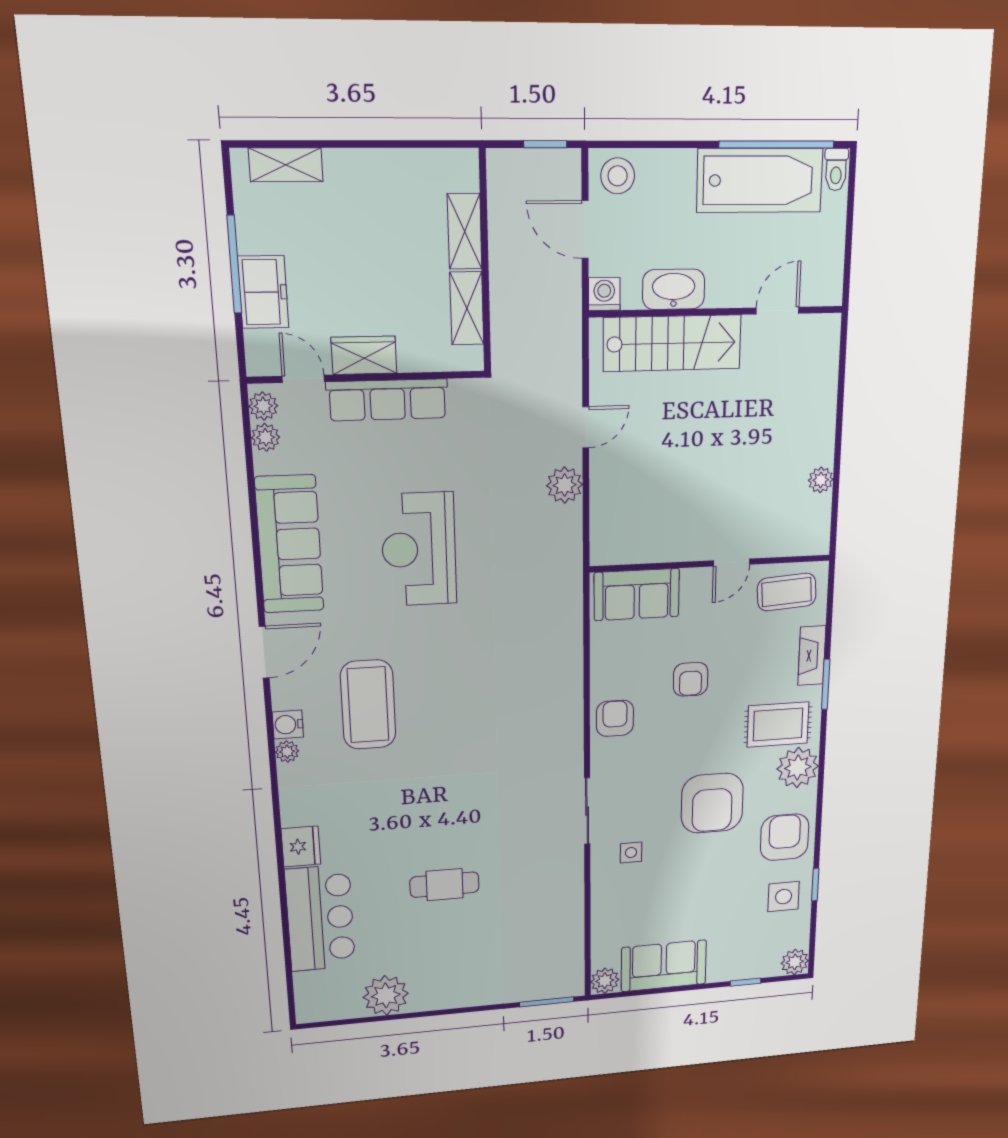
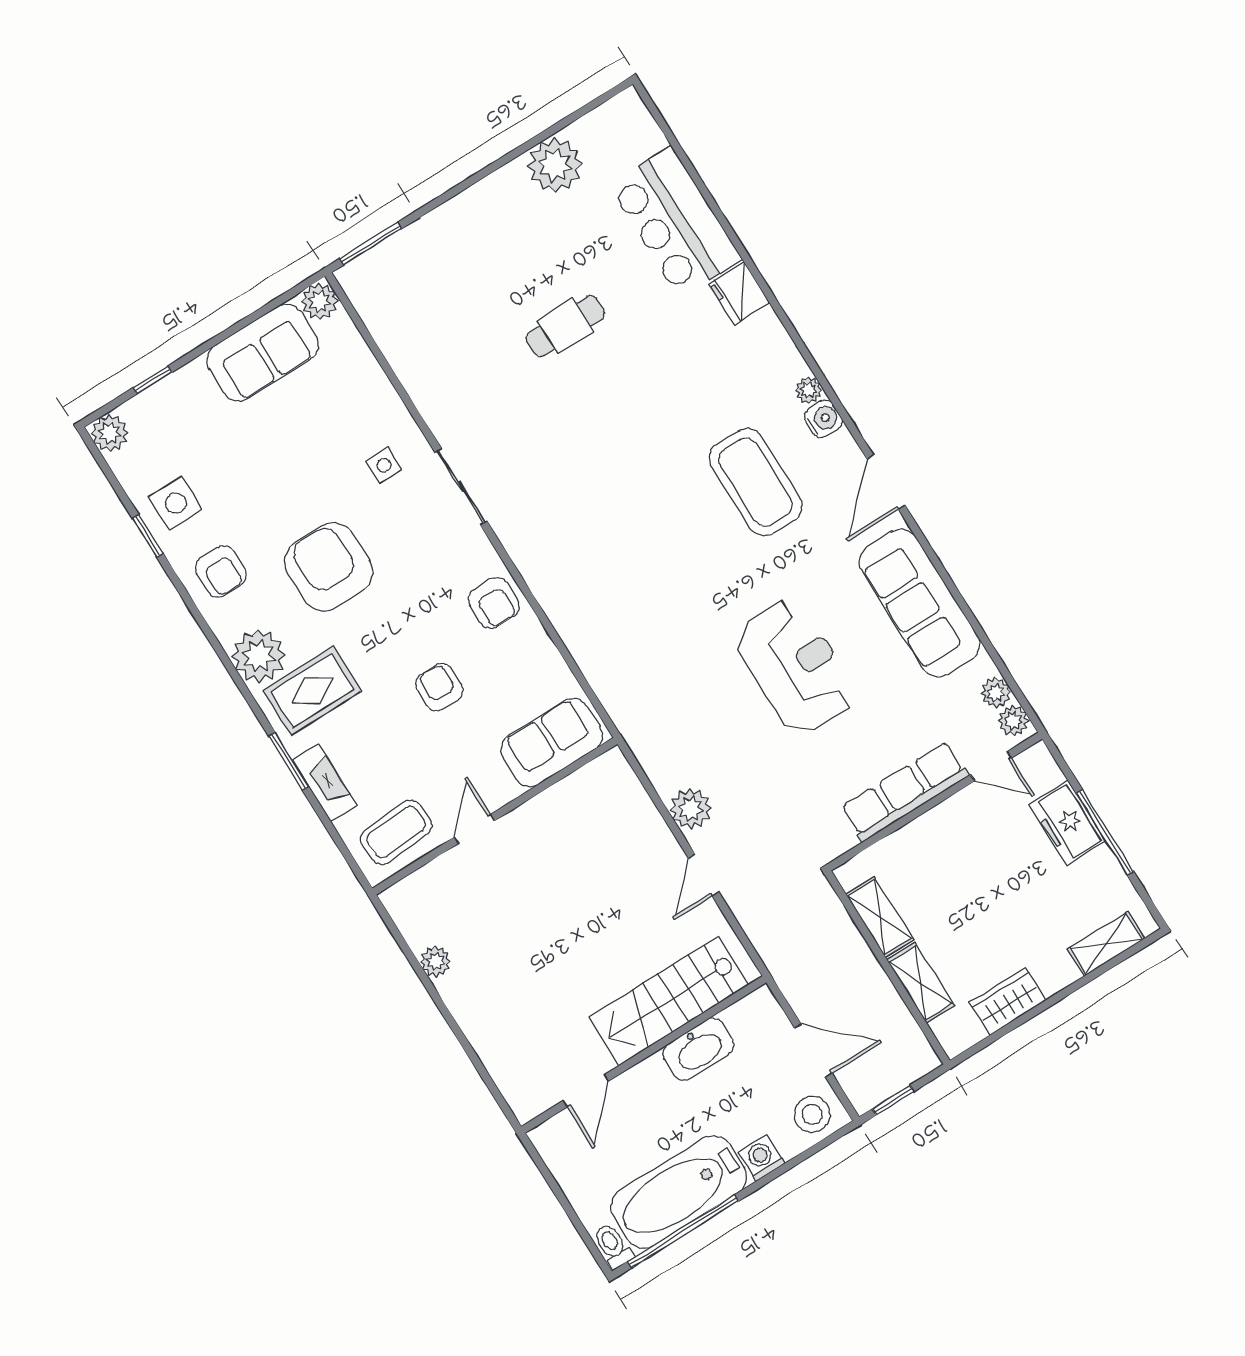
washing machine: (604, 294) -> (762, 1158), moved, turned 180
wardrobe: (364, 355) -> (1008, 1002), moved, turned 180
armchair: (785, 837) -> (221, 571), width x0.72, depth x0.72

